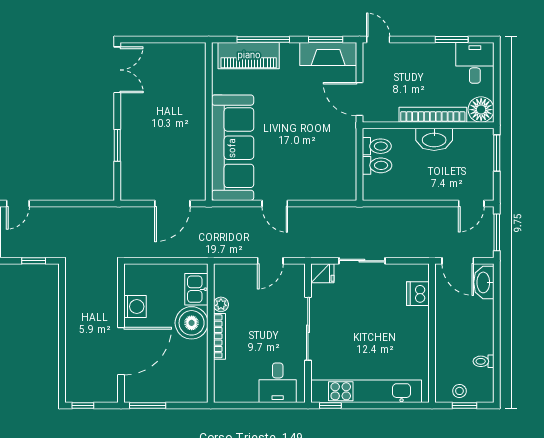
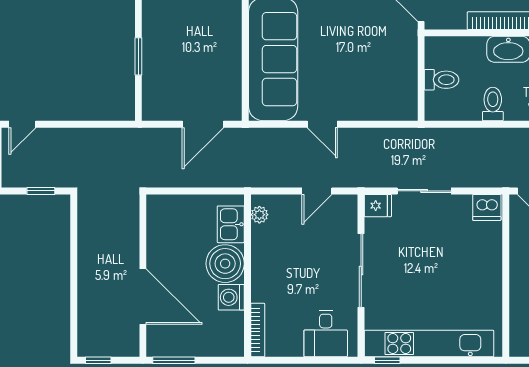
toilet: (377, 146) -> (493, 104), moved, turned -90
dishwasher: (418, 294) -> (487, 207), moved, turned -90
plant: (221, 304) -> (259, 215), moved
washing machine: (135, 307) -> (231, 297), moved, turned 180
bookcase: (219, 336) -> (258, 330), moved
door: (121, 351) -> (143, 297), hinge flipped

